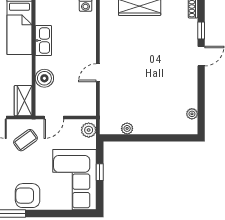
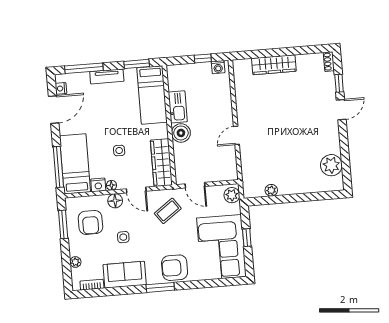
boiler: (44, 78) -> (181, 133), moved
wardrobe: (23, 101) -> (161, 163), width x1.50
plant: (192, 114) -> (331, 165), width x1.88, depth x1.88
door: (54, 117) -> (195, 185), hinge flipped

